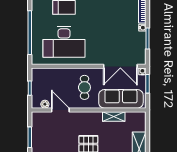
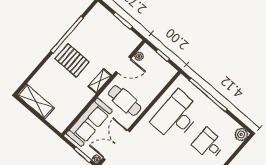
cafe table: (84, 87) -> (125, 101), width x1.37, depth x1.35
shelving: (114, 116) -> (100, 81), moved

